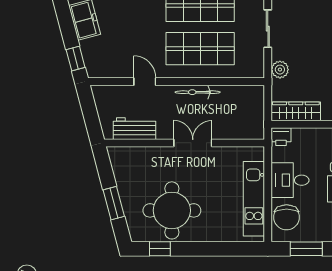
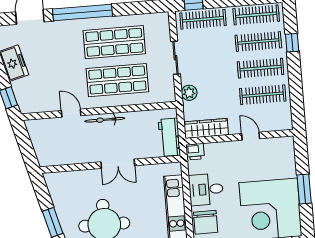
bicycle: (198, 92) -> (105, 120), moved
workbench: (134, 129) -> (169, 137), moved, turned -90
double door: (193, 143) -> (118, 164), swing flipped

